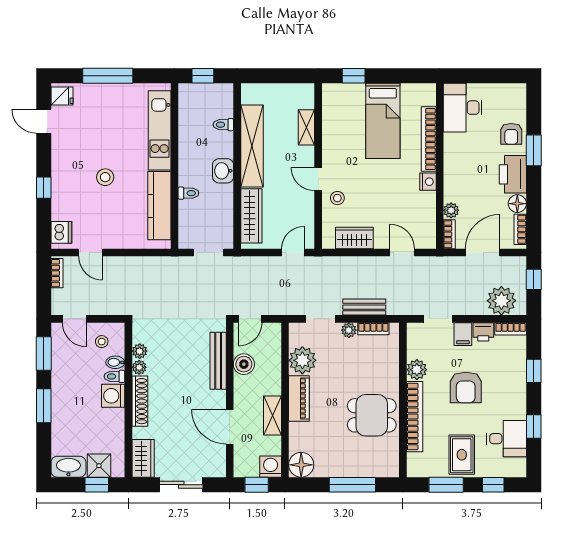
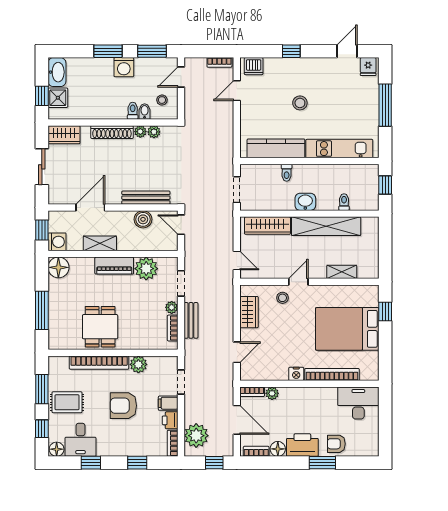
bed: (383, 121) -> (347, 329), width x1.50
washing machine: (113, 396) -> (124, 67), moved, turned 180
floor lamp: (518, 467) -> (57, 449), added

